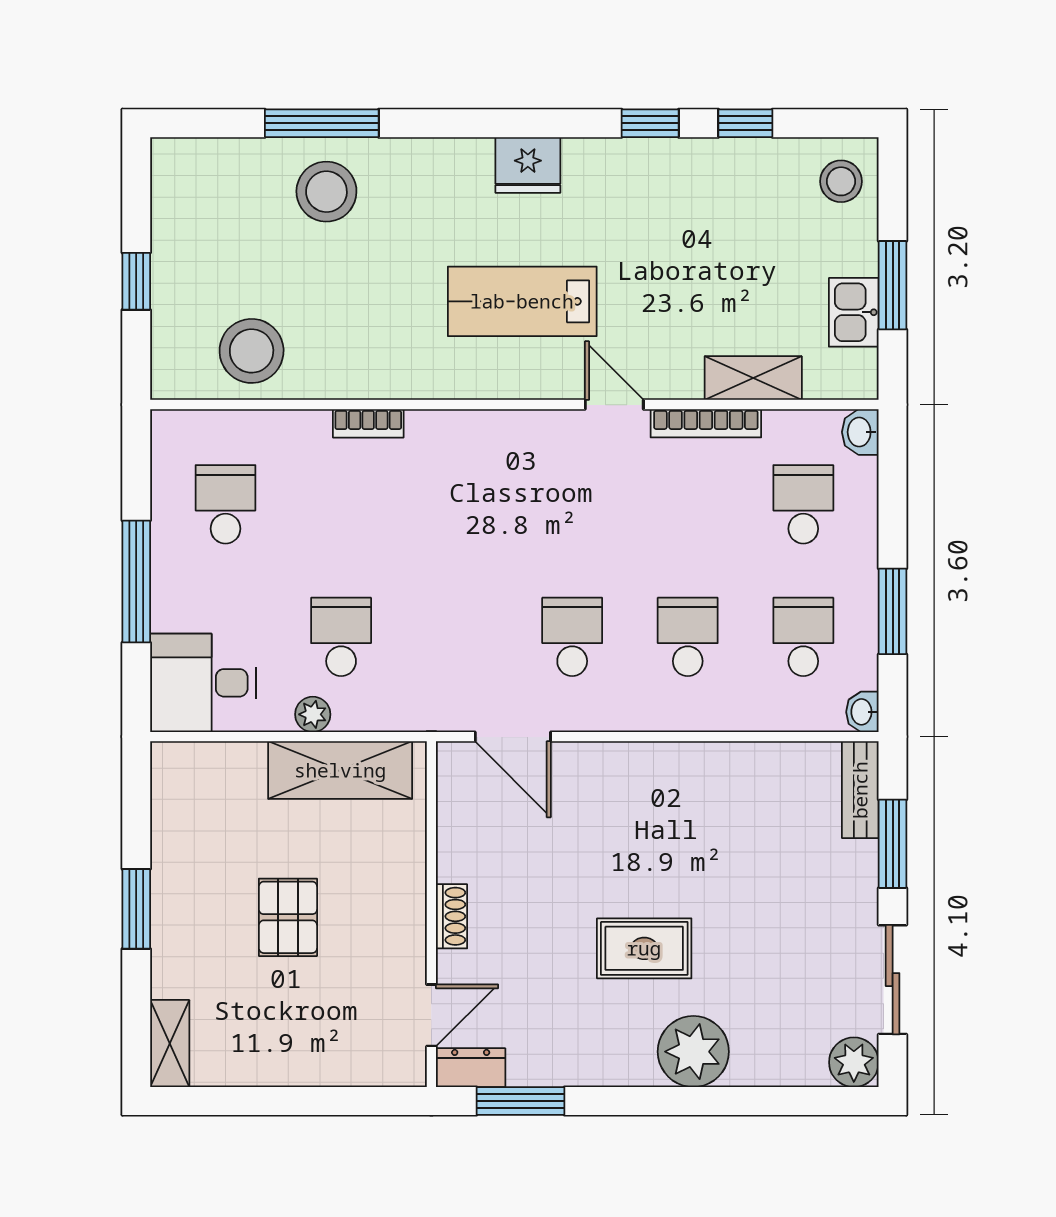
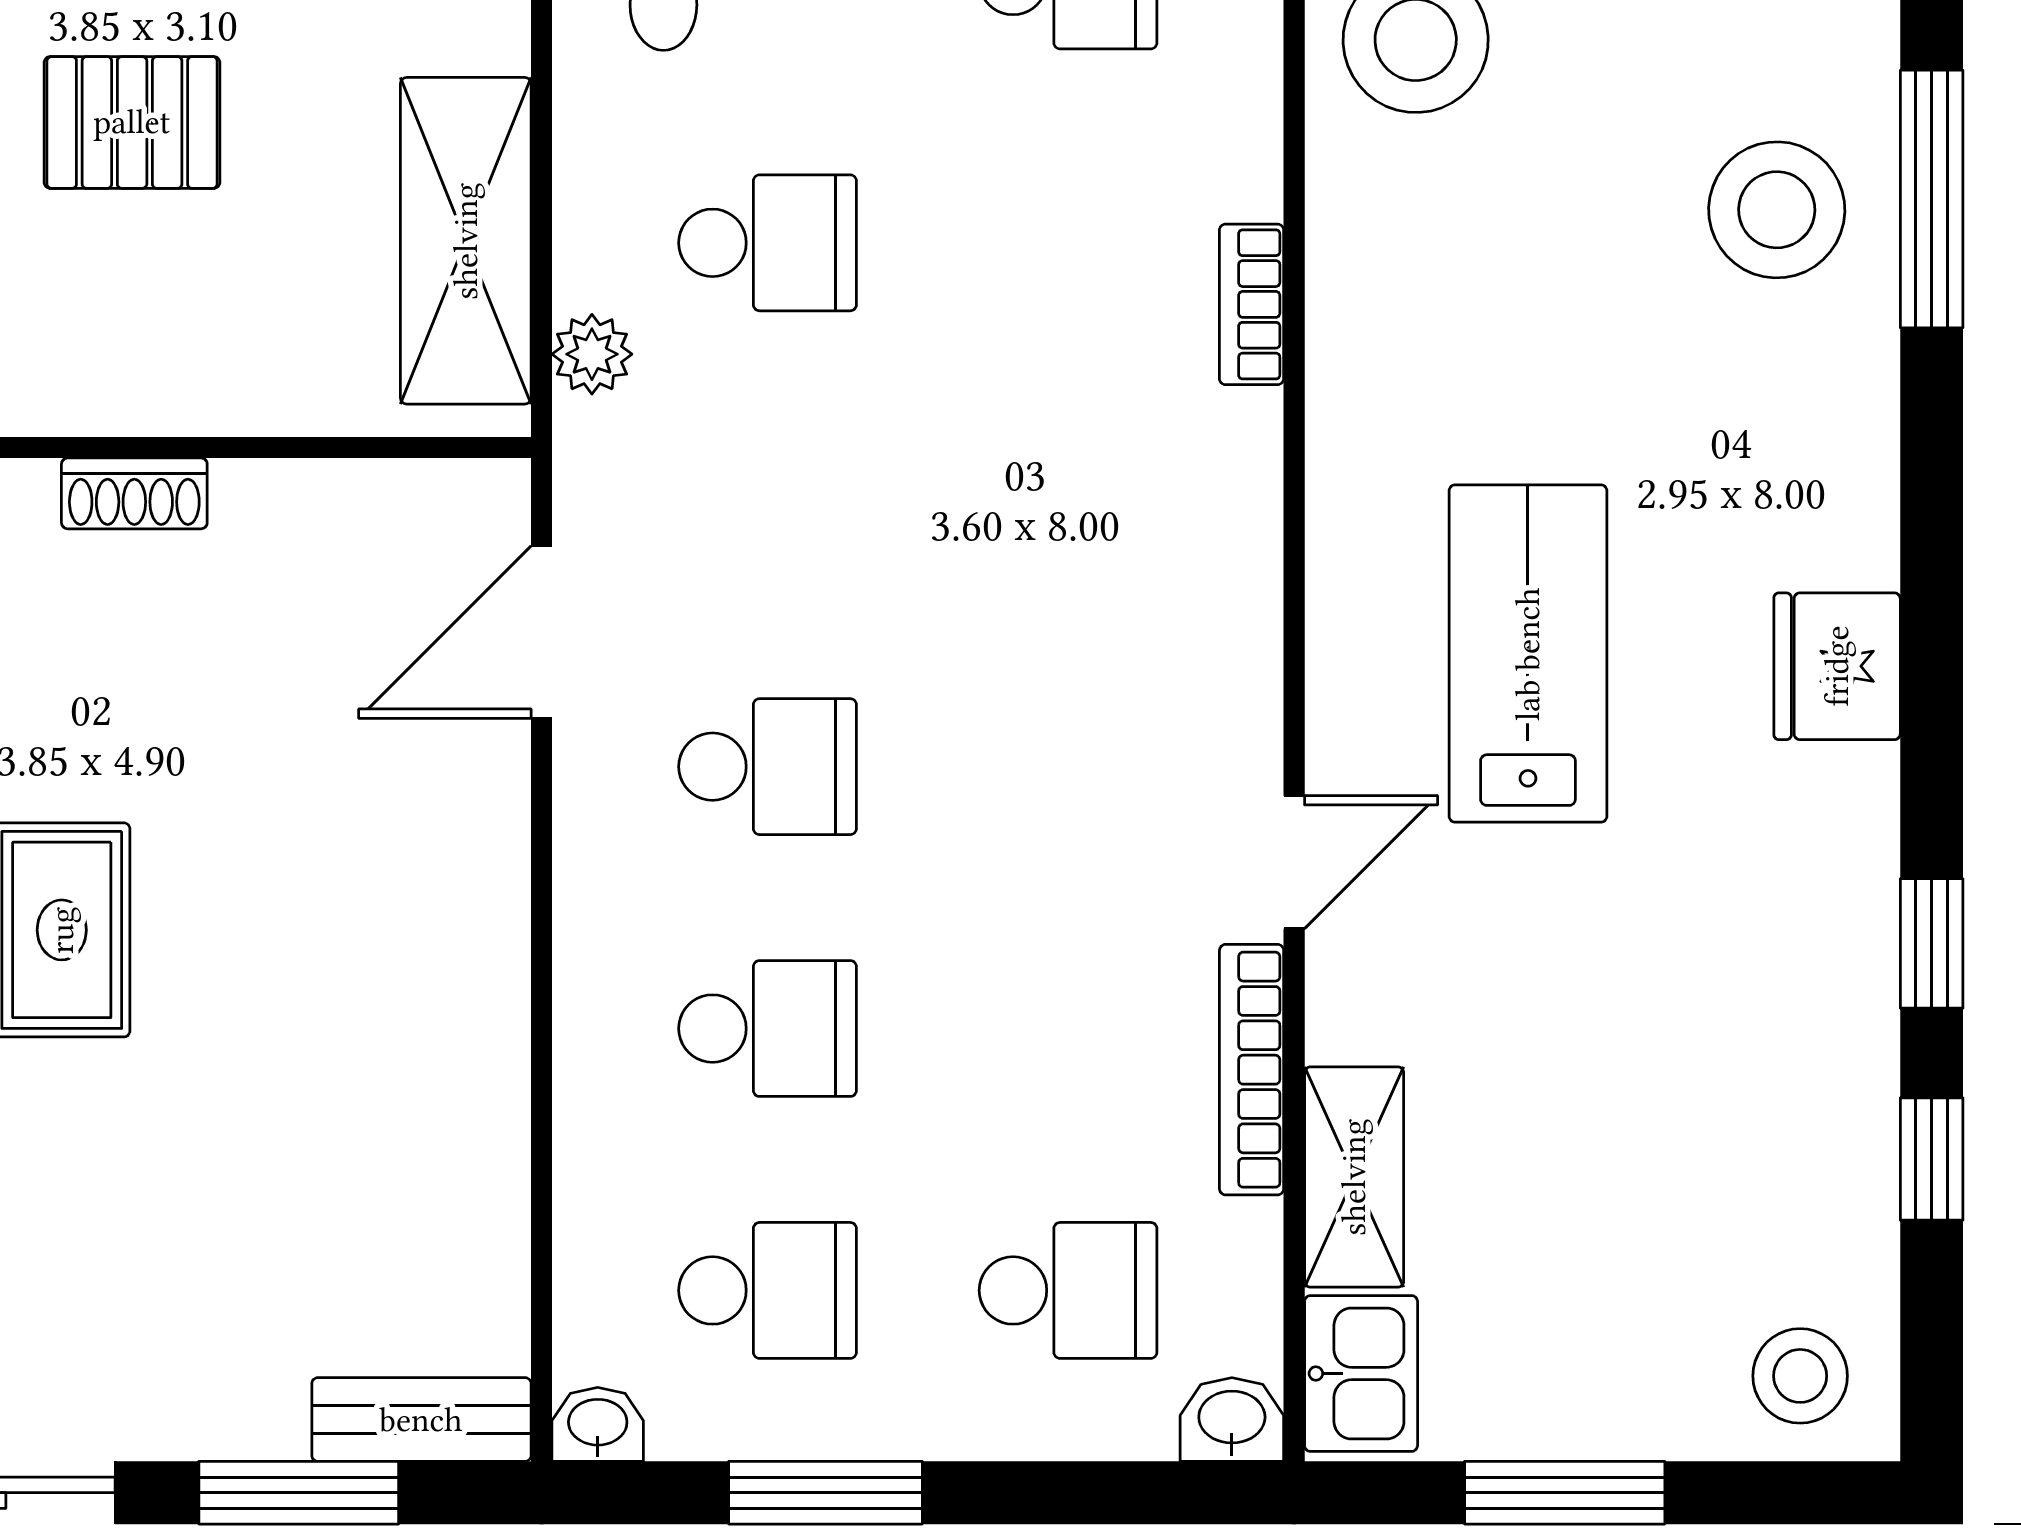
kitchen sink: (854, 312) -> (1361, 1373), moved, turned 90
plant: (313, 714) -> (592, 354), moved

